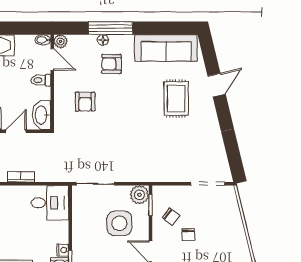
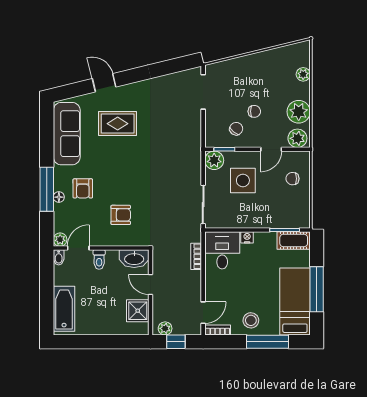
bookcase: (21, 177) -> (196, 256), moved
nightstand: (63, 250) -> (247, 237), moved

